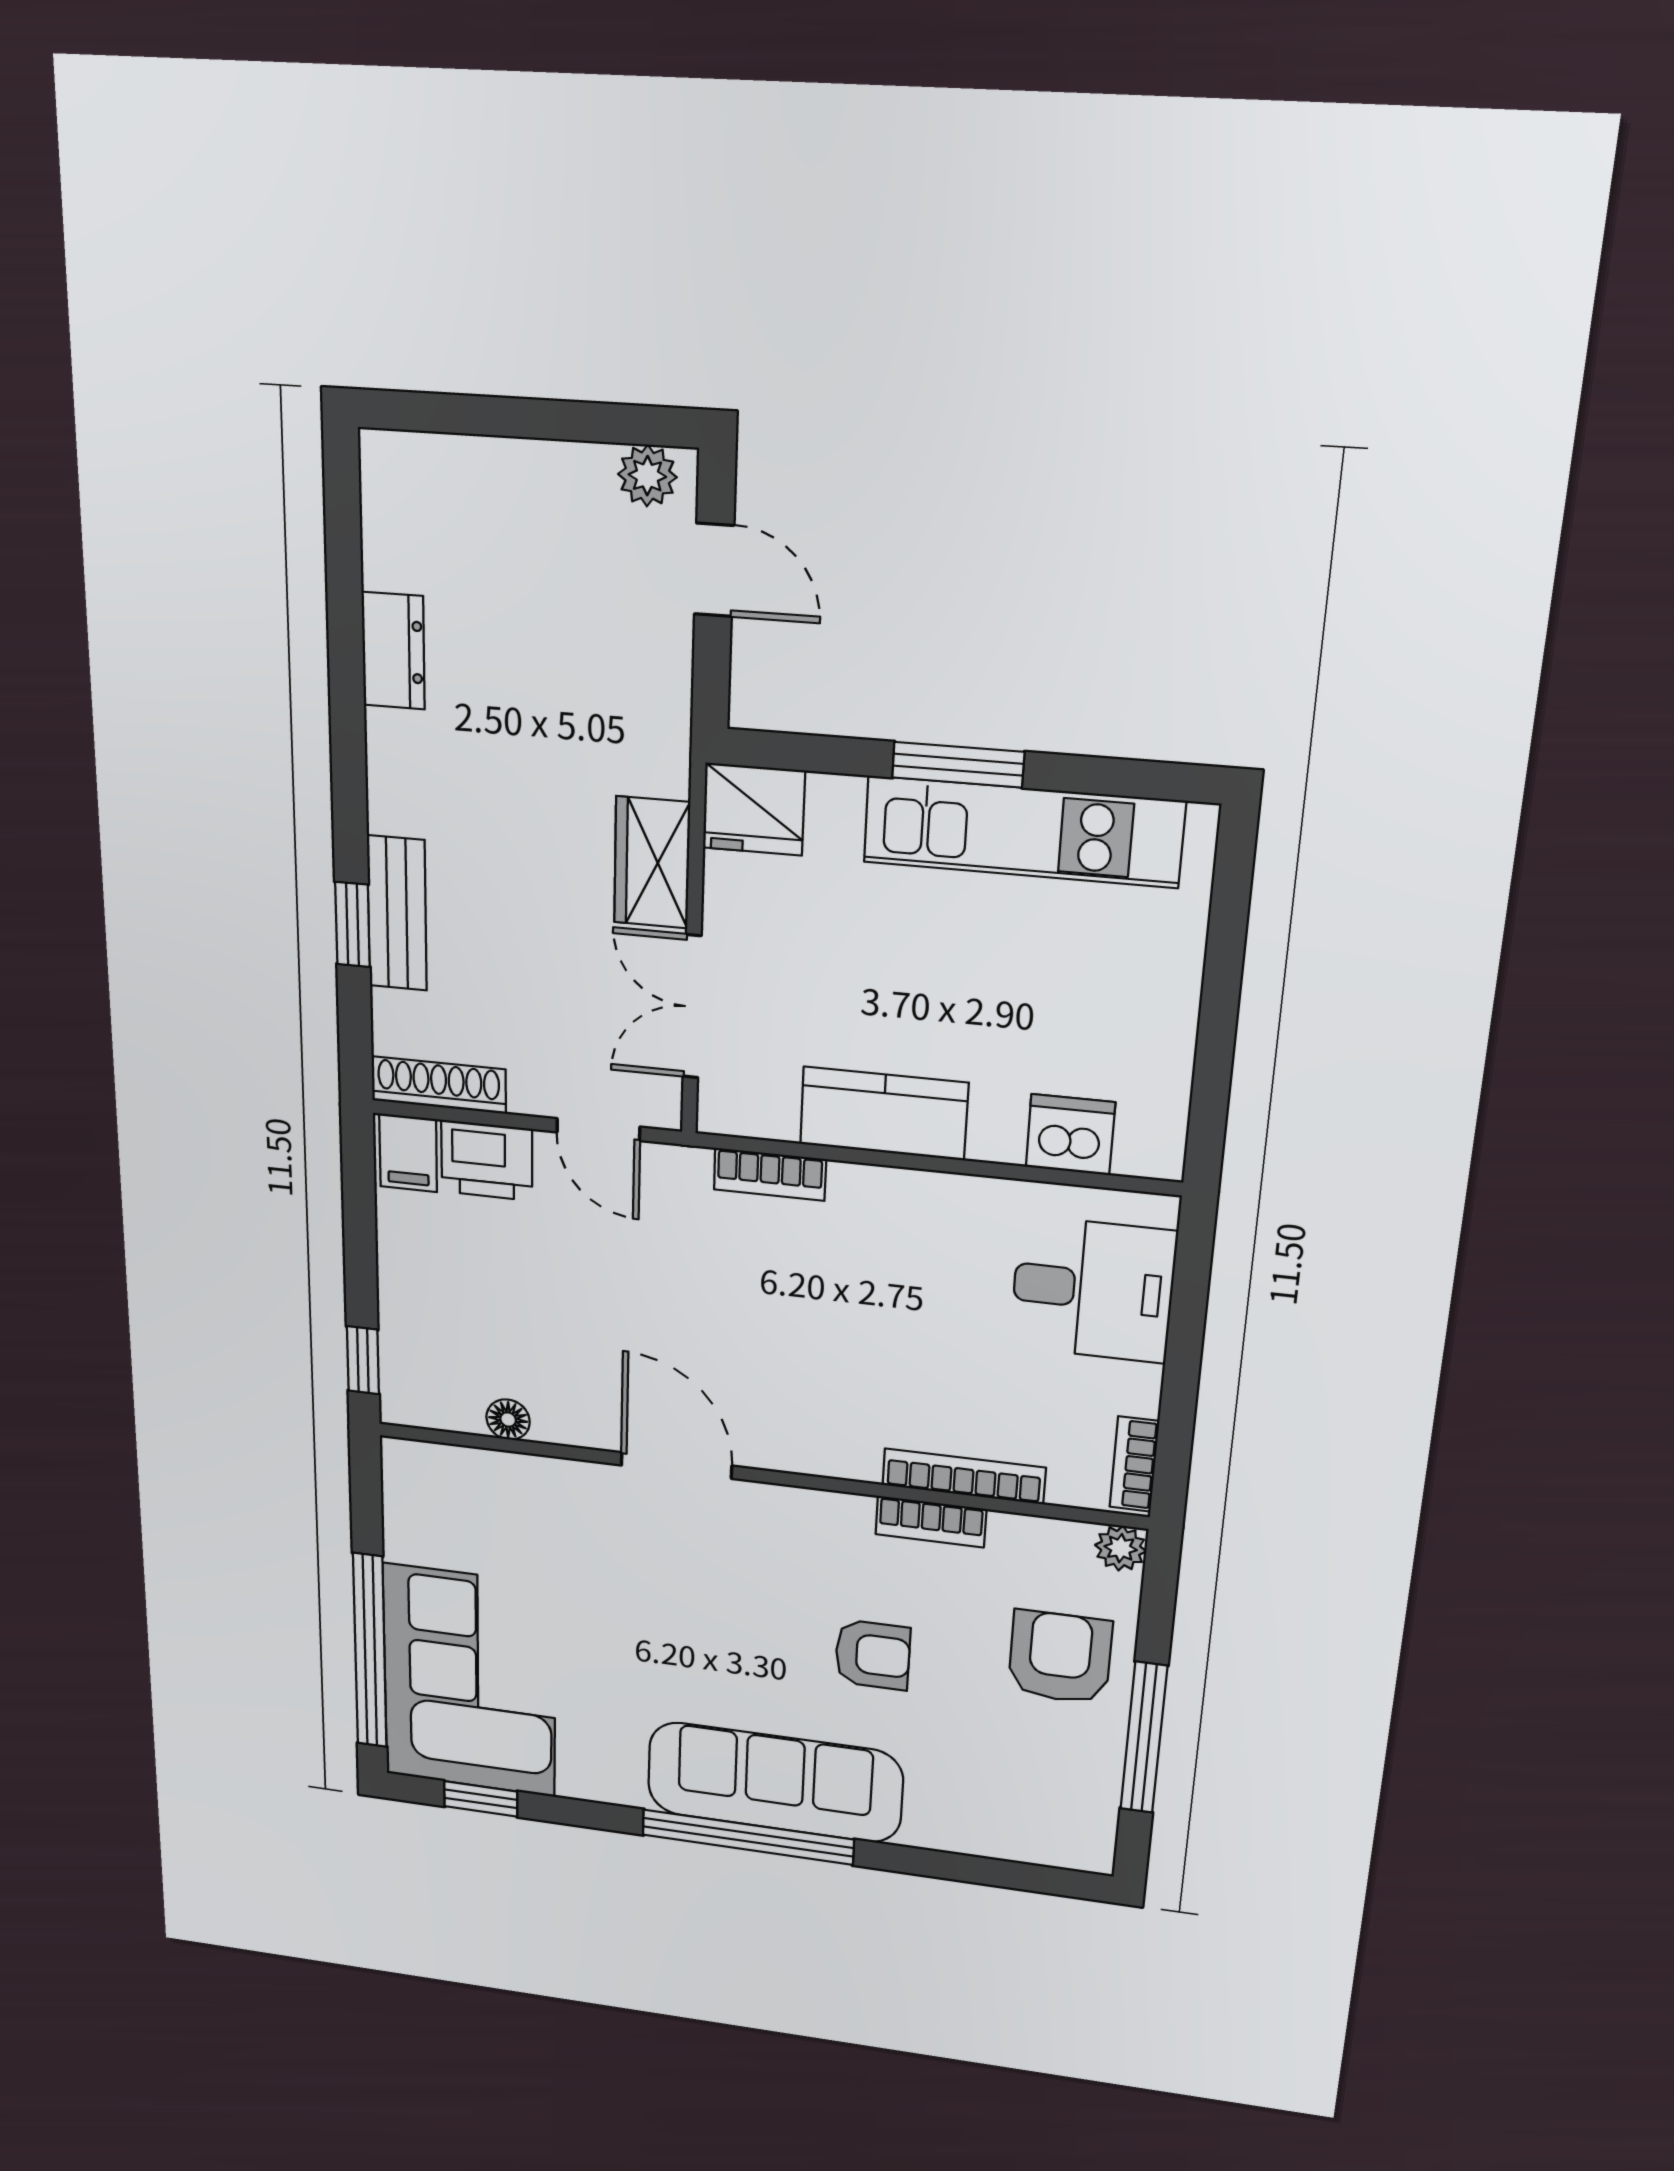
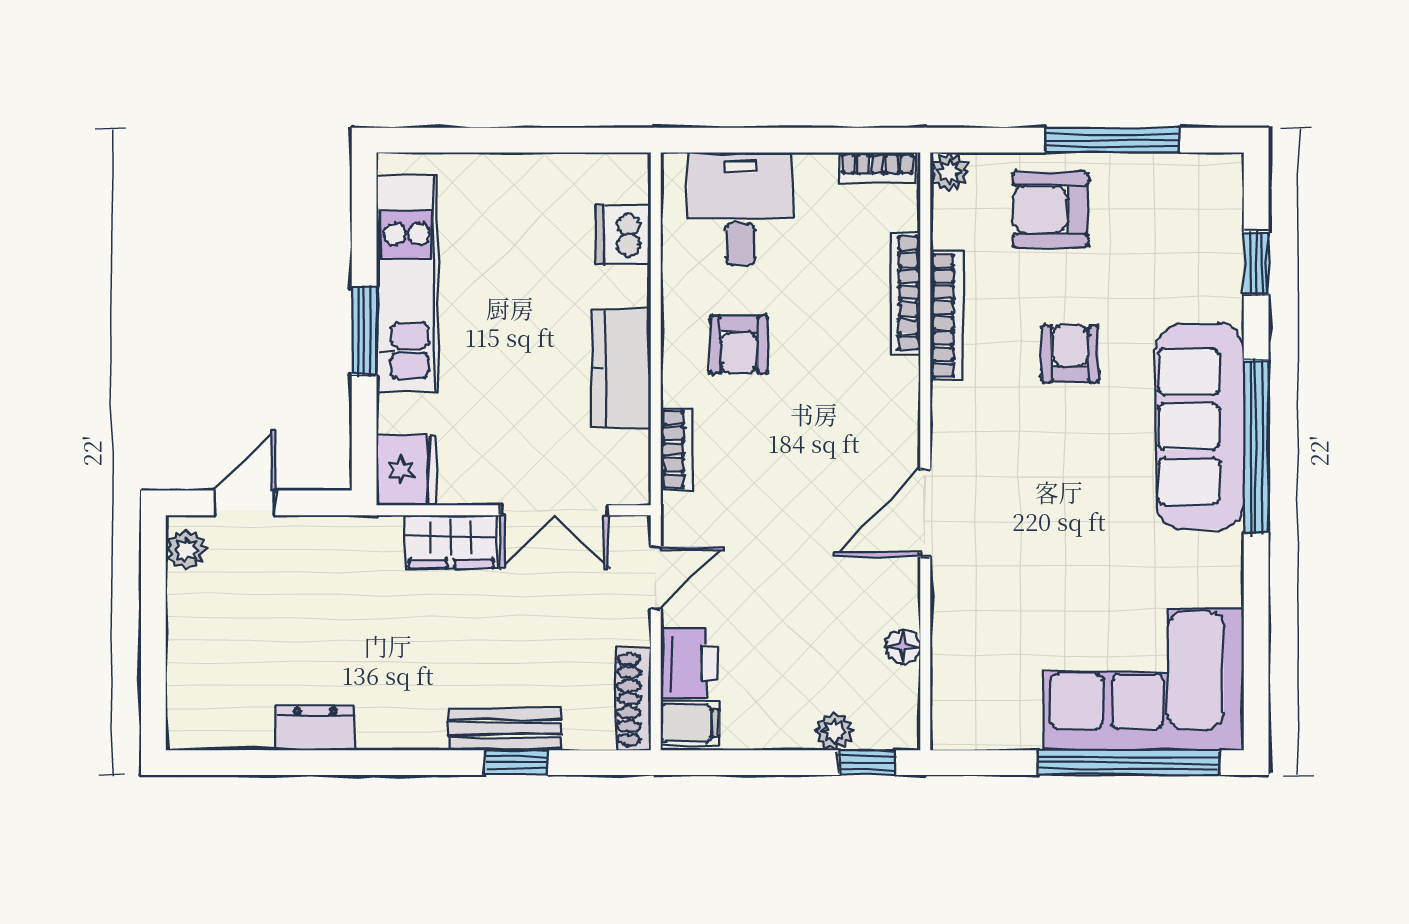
armchair: (908, 1267) -> (739, 345), added
plant: (402, 1327) -> (834, 731), added
bookcase: (931, 1522) -> (947, 315), width x1.56
window: (481, 1799) -> (1256, 263), moved

